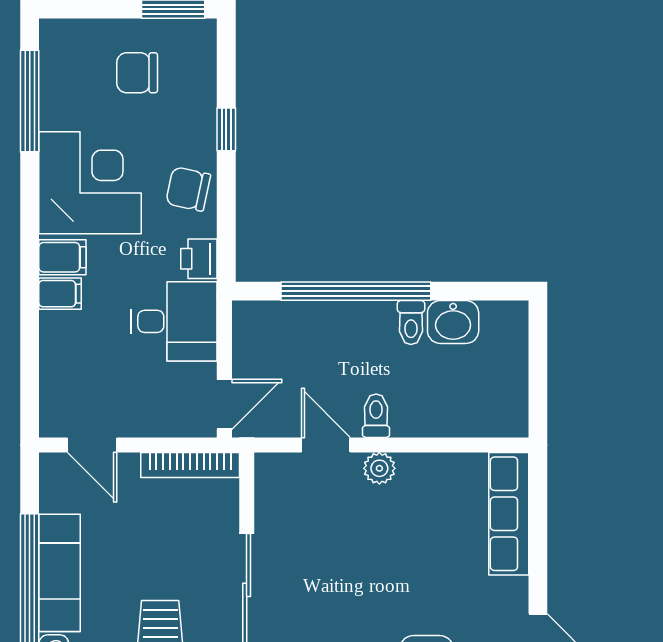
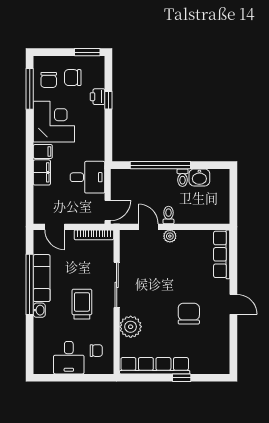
chair: (188, 189) -> (49, 80), moved, turned -102
printer: (199, 259) -> (97, 97), moved
filing cabinet: (60, 294) -> (42, 172), width x2.00

